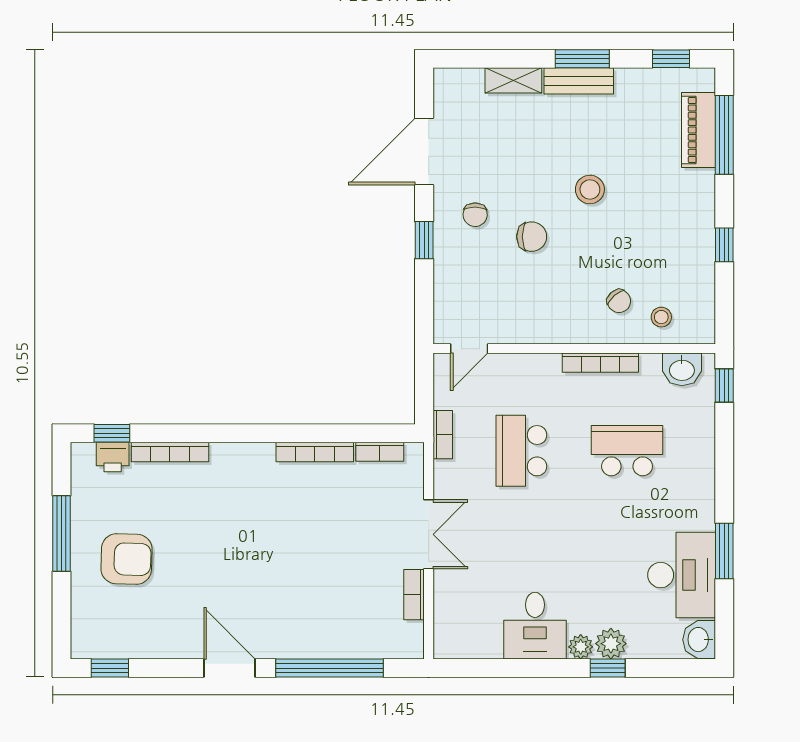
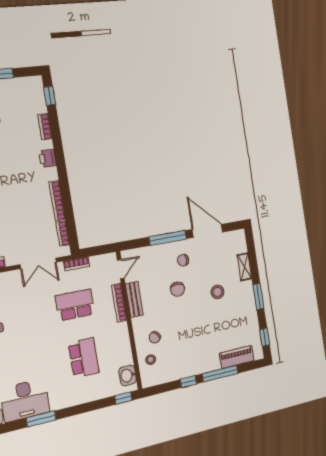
bench: (579, 81) -> (134, 299), moved
window: (724, 135) -> (220, 374), moved
stool: (590, 189) -> (217, 292), moved
window: (424, 240) -> (168, 238), width x2.17
door: (469, 349) -> (121, 269), swing flipped
bookcase: (600, 363) -> (119, 303), moved
bookcase: (170, 452) -> (45, 127), width x0.64
printer: (113, 457) -> (48, 158), moved
double door: (429, 534) -> (38, 263), moved

